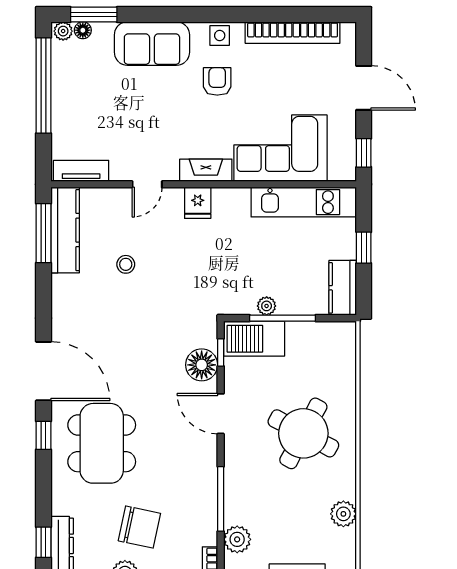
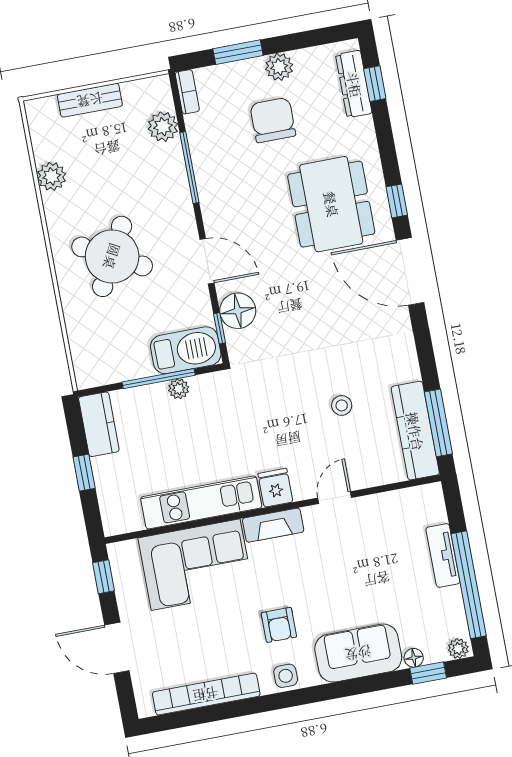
window: (94, 14) -> (428, 673), width x0.67
floor lamp: (83, 30) -> (414, 658), moved
tv unit: (81, 171) -> (443, 555), moved, turned 90
kitchen unit: (304, 202) -> (201, 502), moved
chair: (139, 527) -> (273, 120), turned 78

